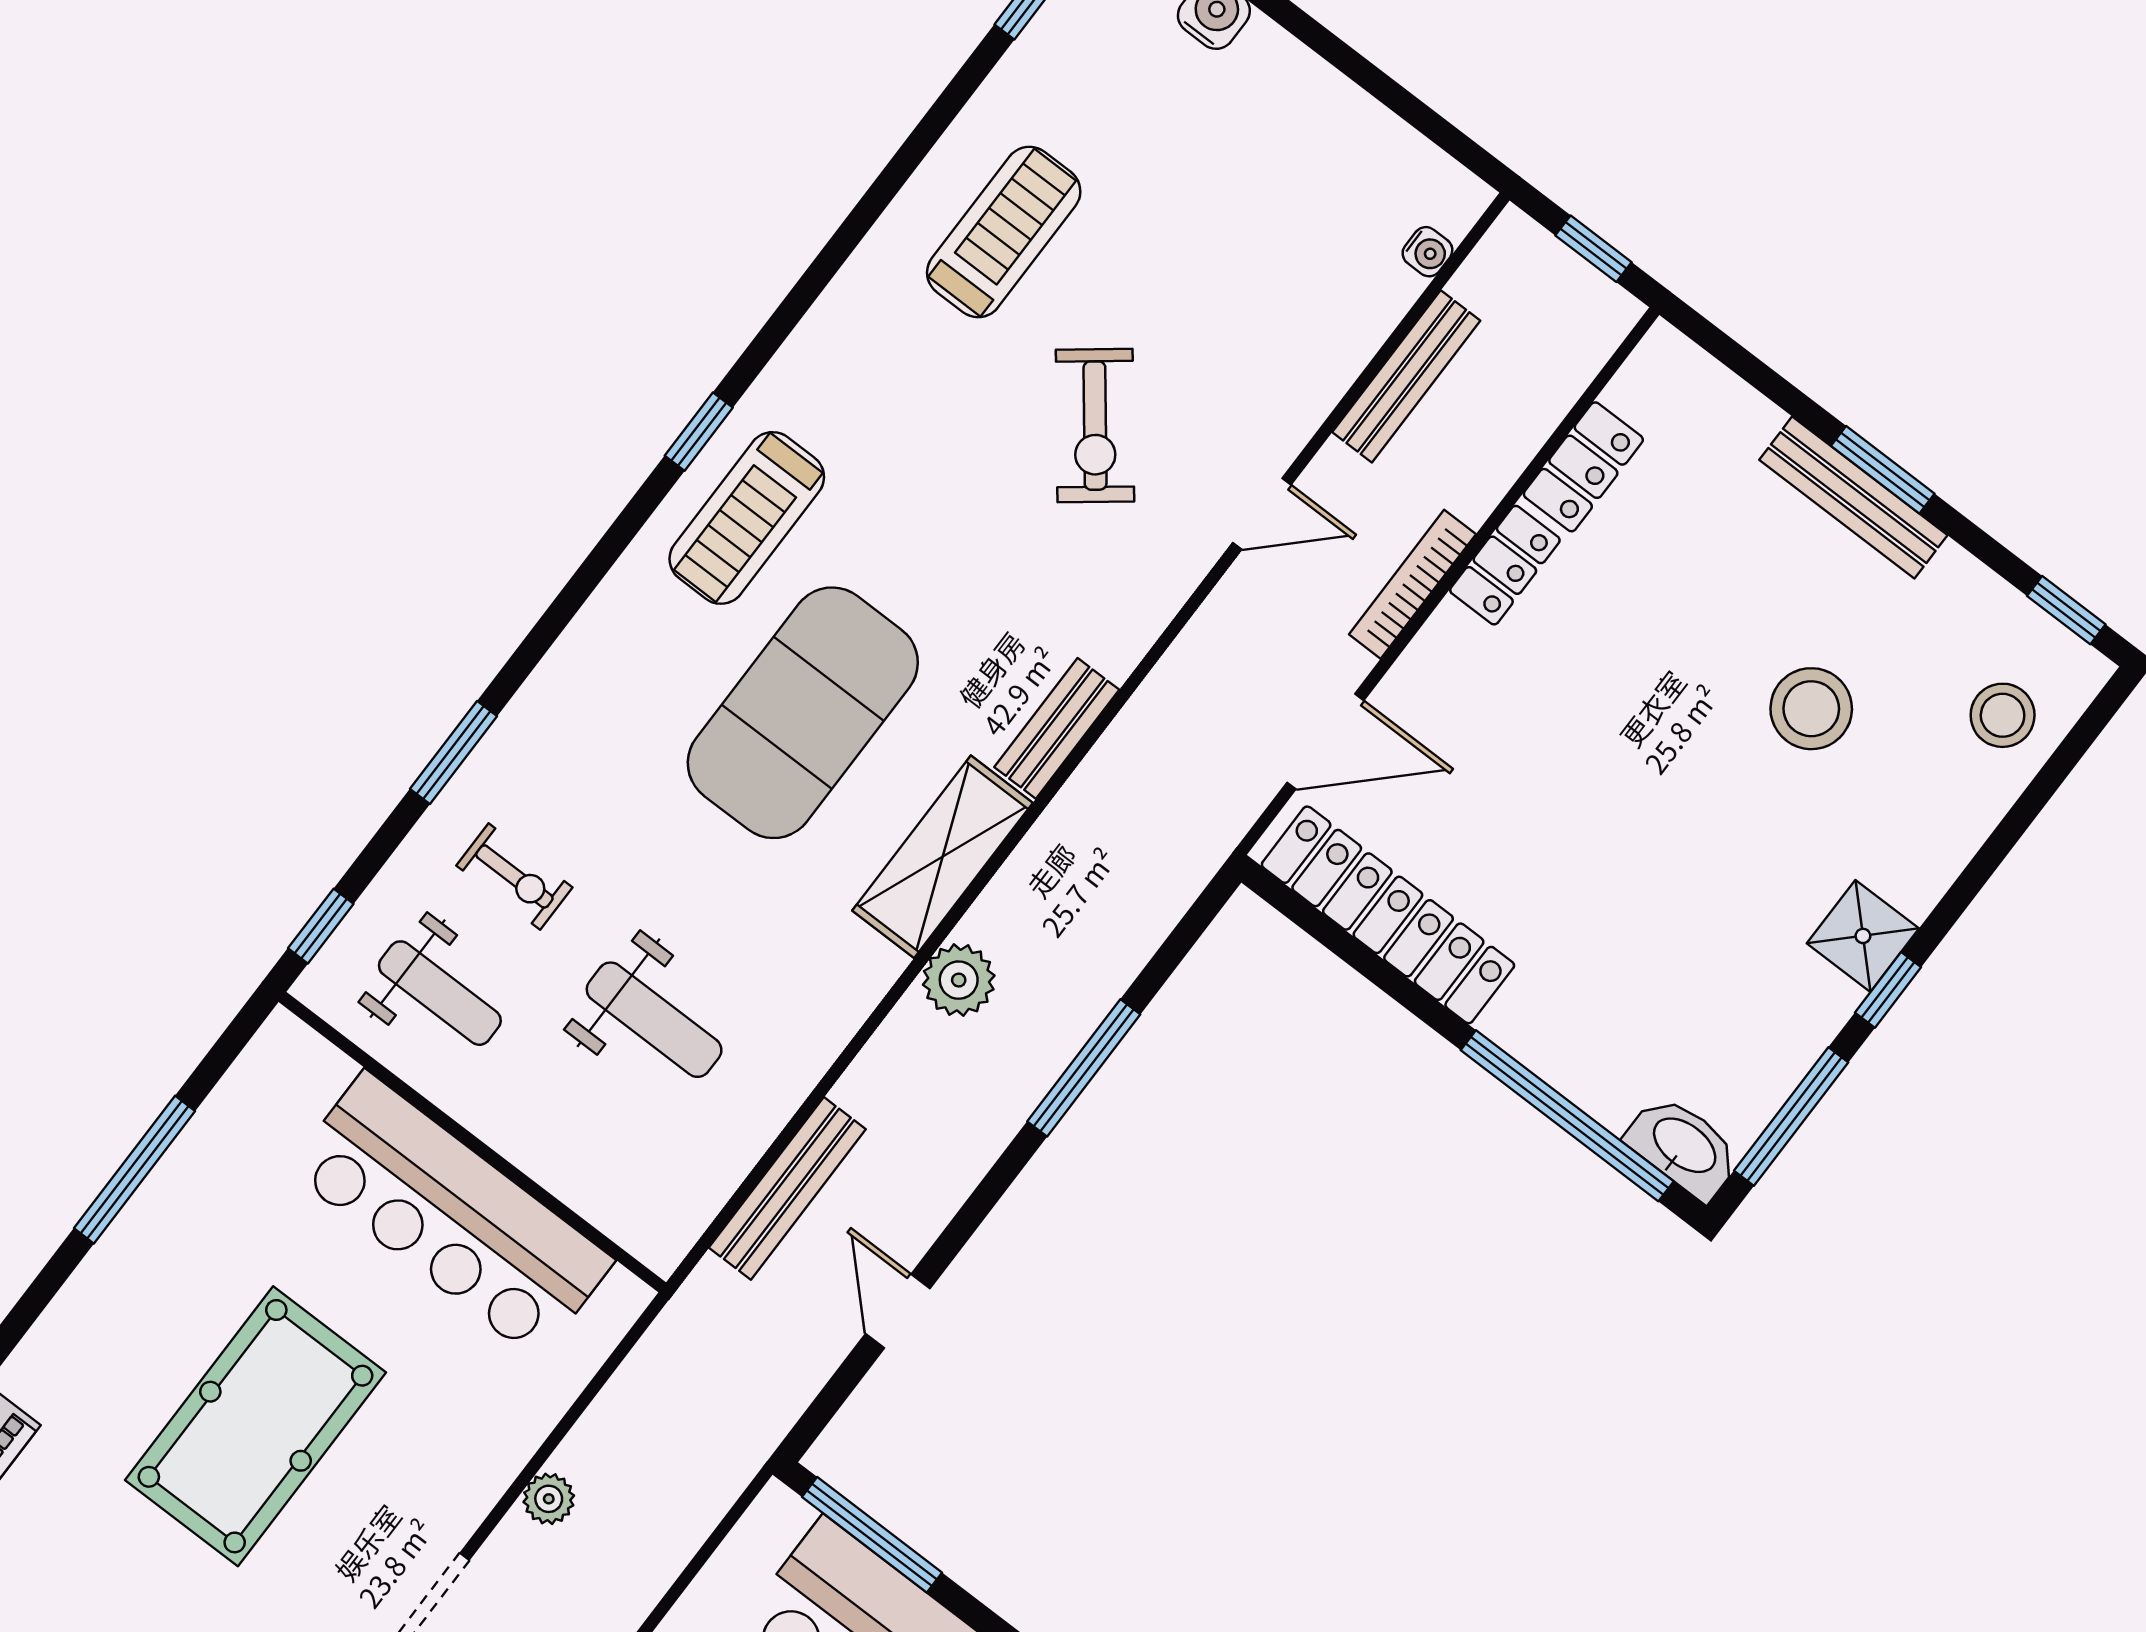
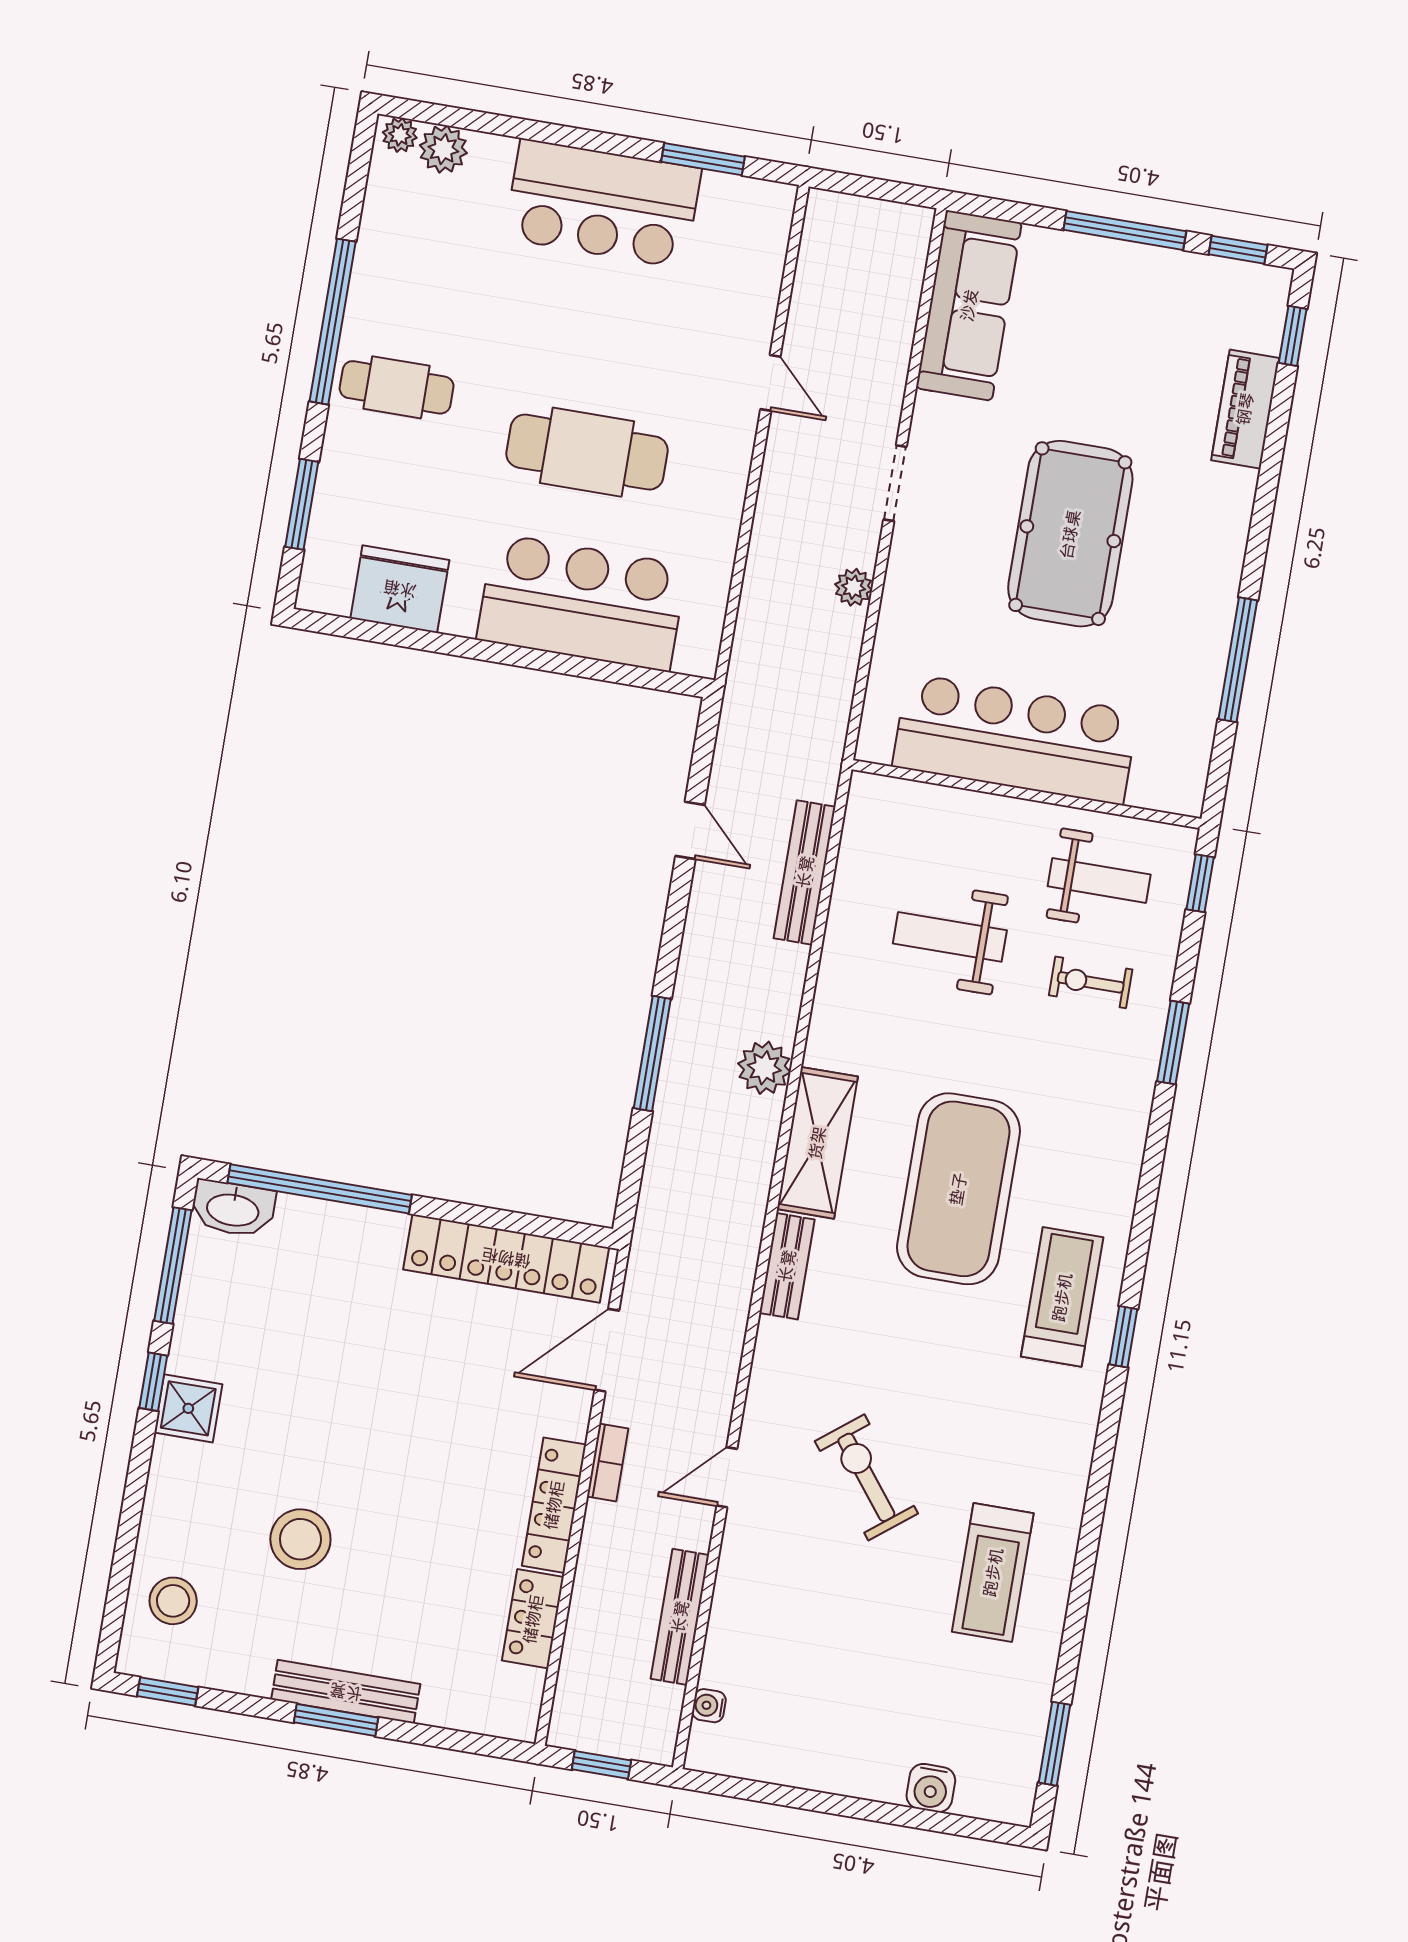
locker: (1505, 565) -> (554, 1505), width x1.53
bookcase: (1412, 584) -> (608, 1462), width x0.64
weight bench: (440, 993) -> (1099, 880), turned 180
window: (872, 1535) -> (630, 675), removed

